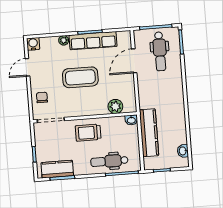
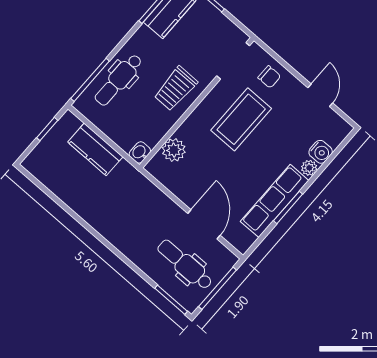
water cooler: (33, 44) -> (321, 152), moved
coffee table: (80, 77) -> (241, 119), moved
trolley: (88, 133) -> (176, 89), turned 180
kitchen counter: (149, 133) -> (95, 149), width x0.67
washbasin: (183, 151) -> (45, 175), removed
dental chair: (109, 161) -> (118, 80), turned 180

